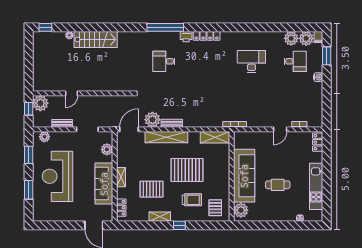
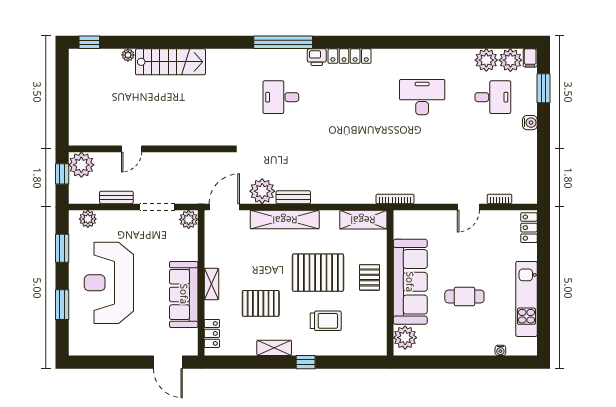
plant: (107, 149) -> (189, 219), moved
pallet: (215, 208) -> (370, 277), moved

